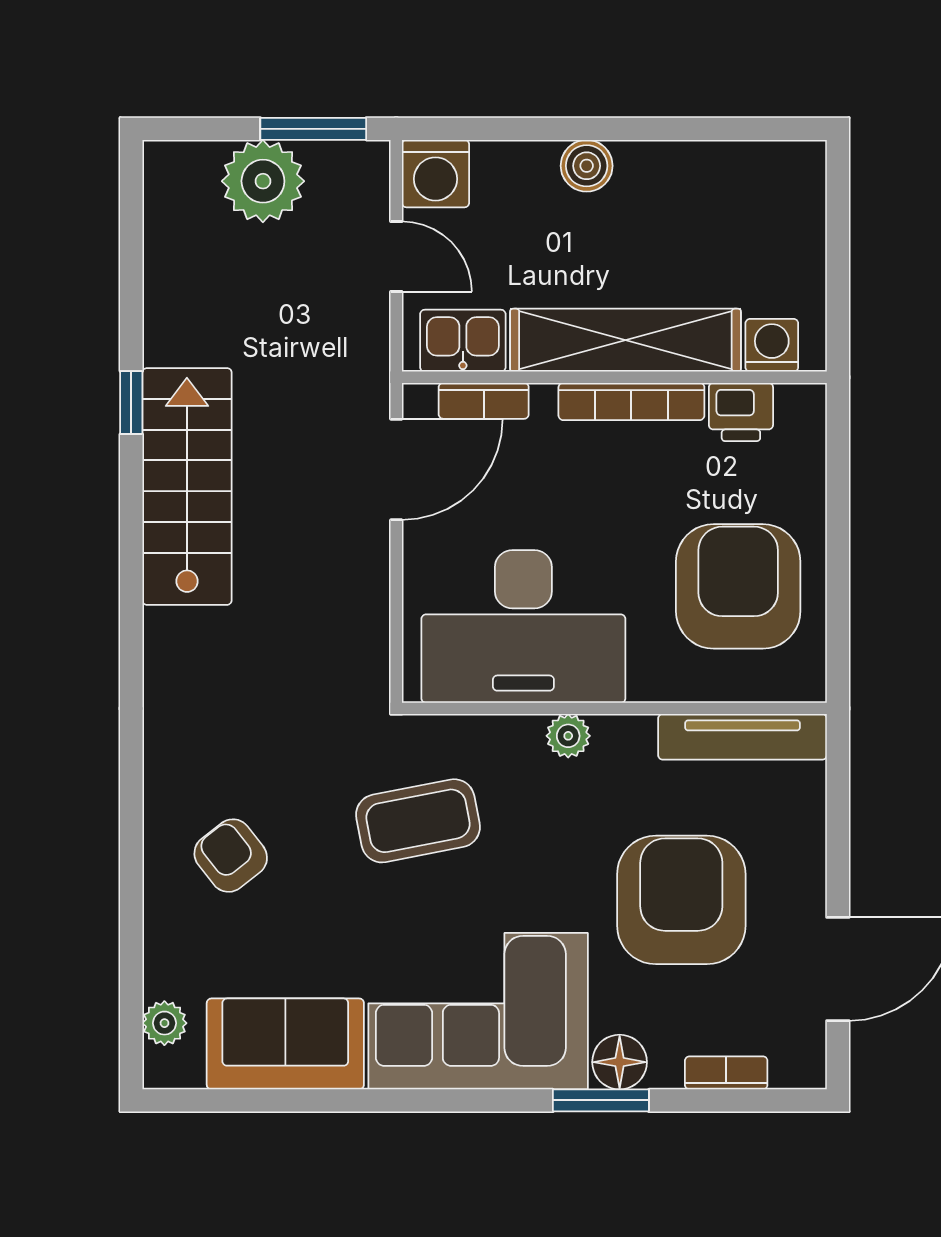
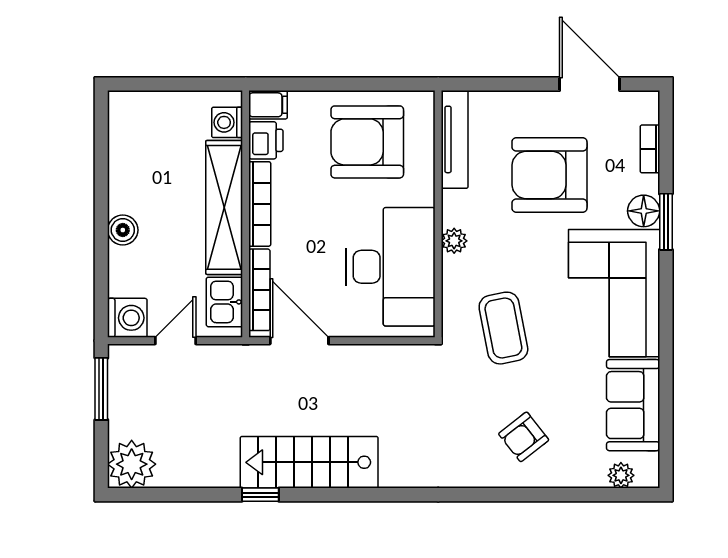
plant: (263, 181) -> (132, 464), moved
bookcase: (484, 401) -> (259, 290), width x1.56
filing cabinet: (802, 416) -> (268, 105), added

